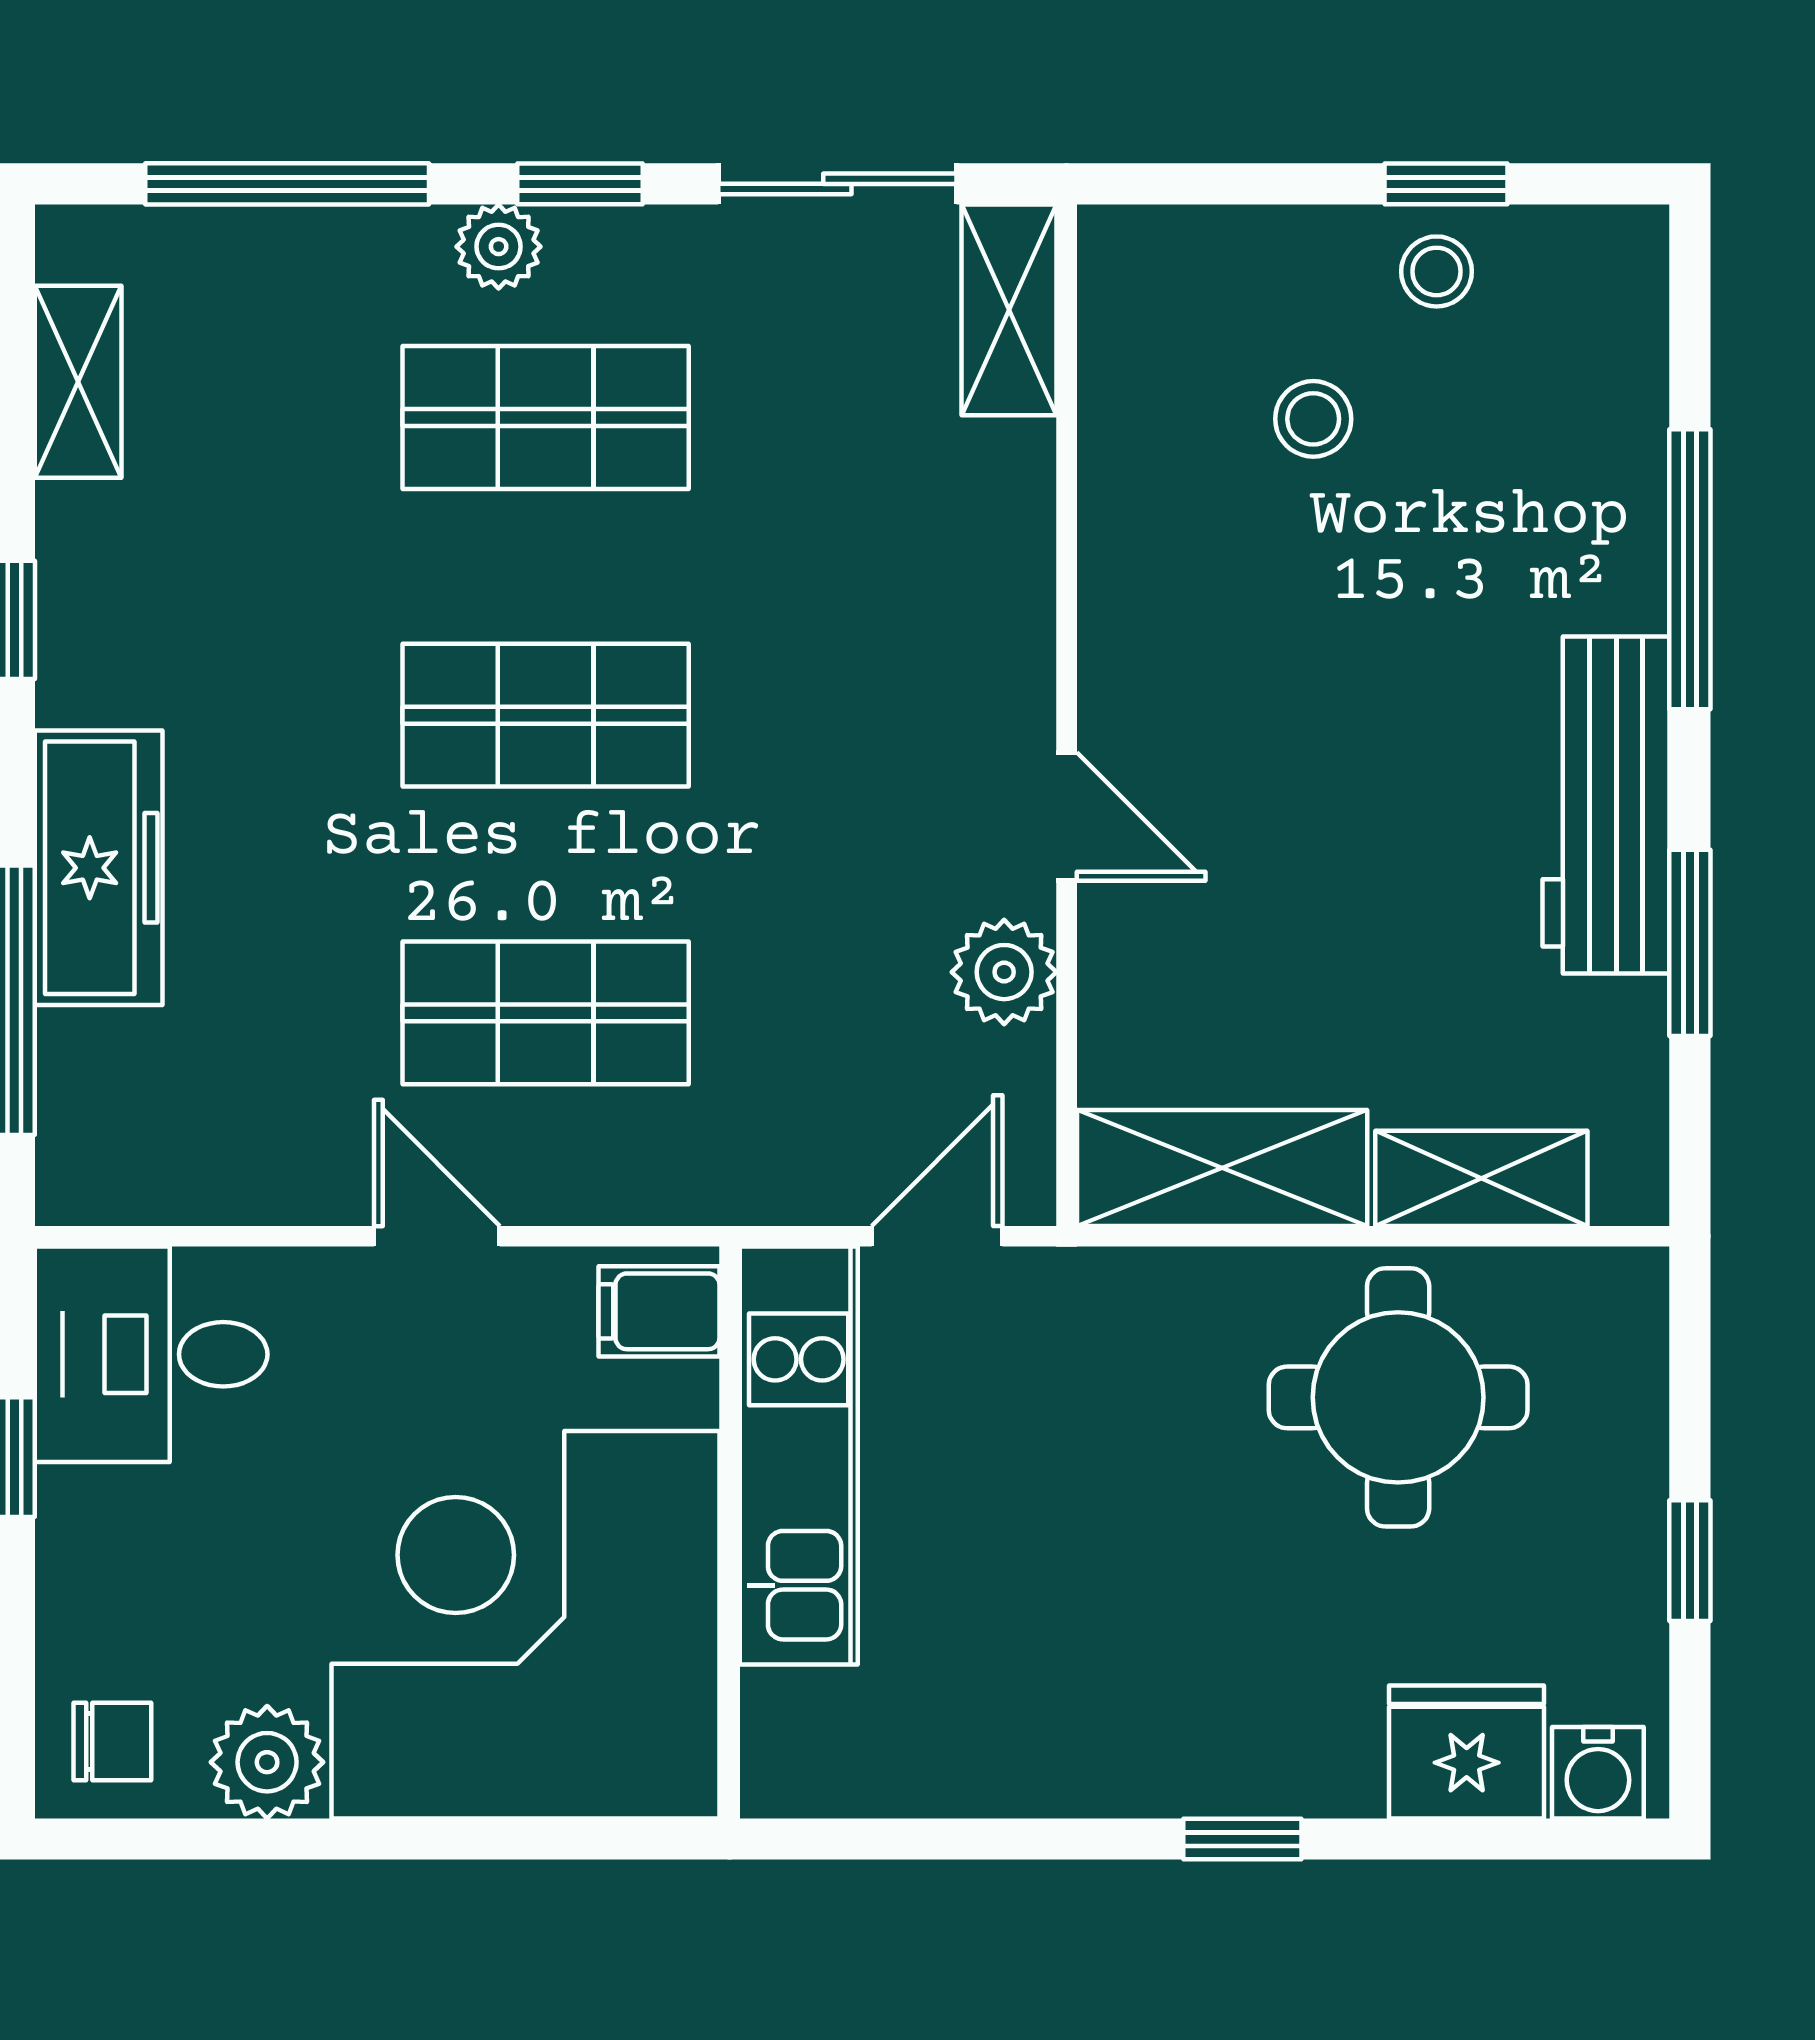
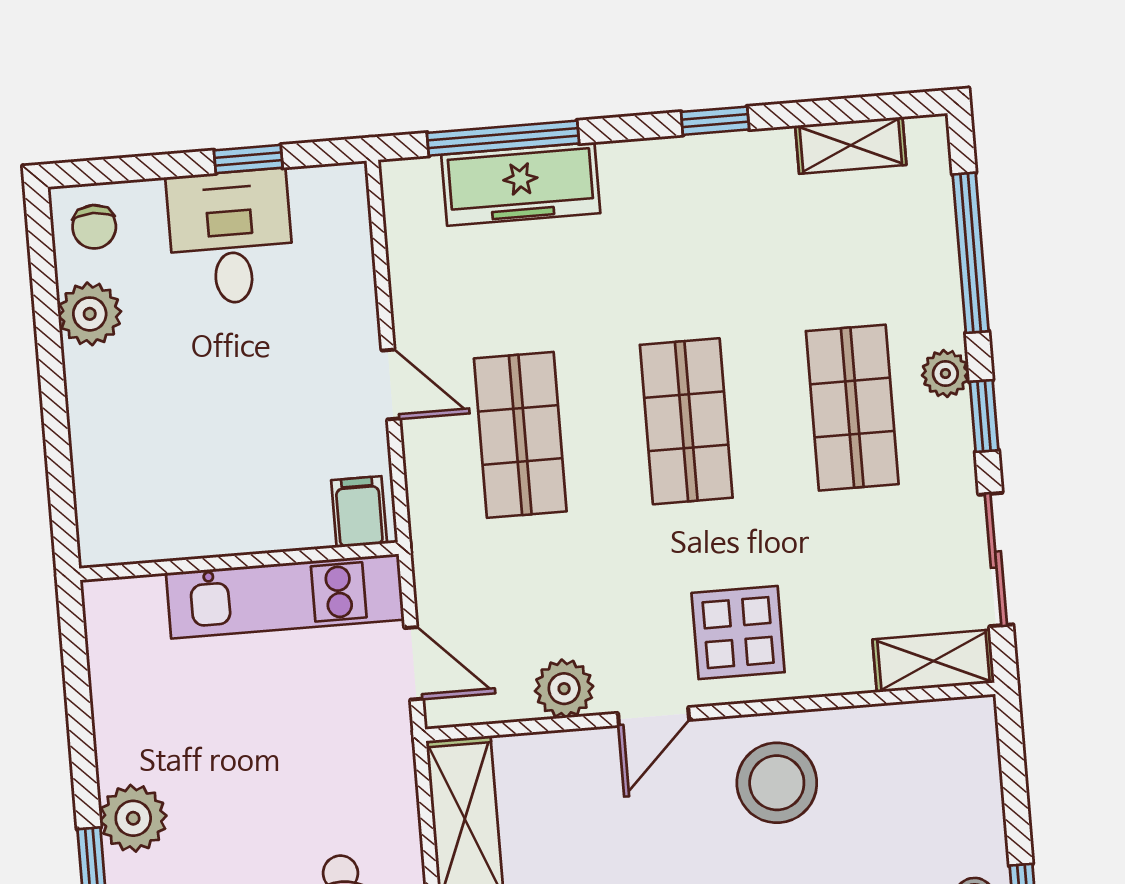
stool: (1313, 419) -> (777, 783), moved, width x1.89, depth x1.89
display table: (930, 654) -> (738, 633), added
freezer: (99, 868) -> (521, 184), moved
door: (437, 1236) -> (391, 384), hinge flipped
desk: (151, 1354) -> (231, 237), moved
corner desk: (525, 1625) -> (178, 452), removed
plant: (1172, 1759) -> (133, 818), added

